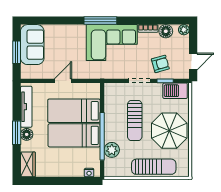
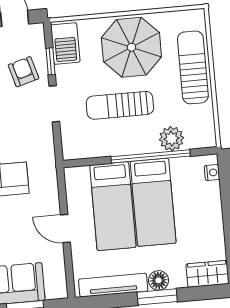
sun lounger: (135, 120) -> (120, 105), turned 180

